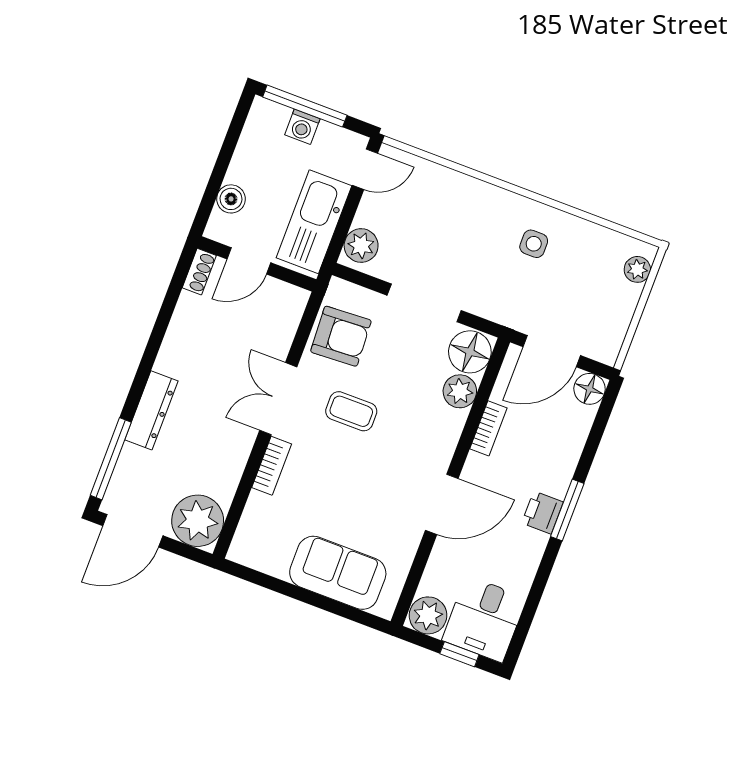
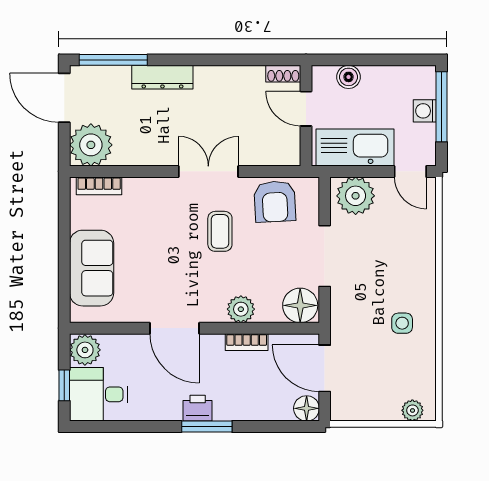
plant: (361, 246) -> (356, 196), width x1.36, depth x1.36
plant: (460, 391) -> (241, 309), moved
bookcase: (272, 466) -> (99, 186), moved

